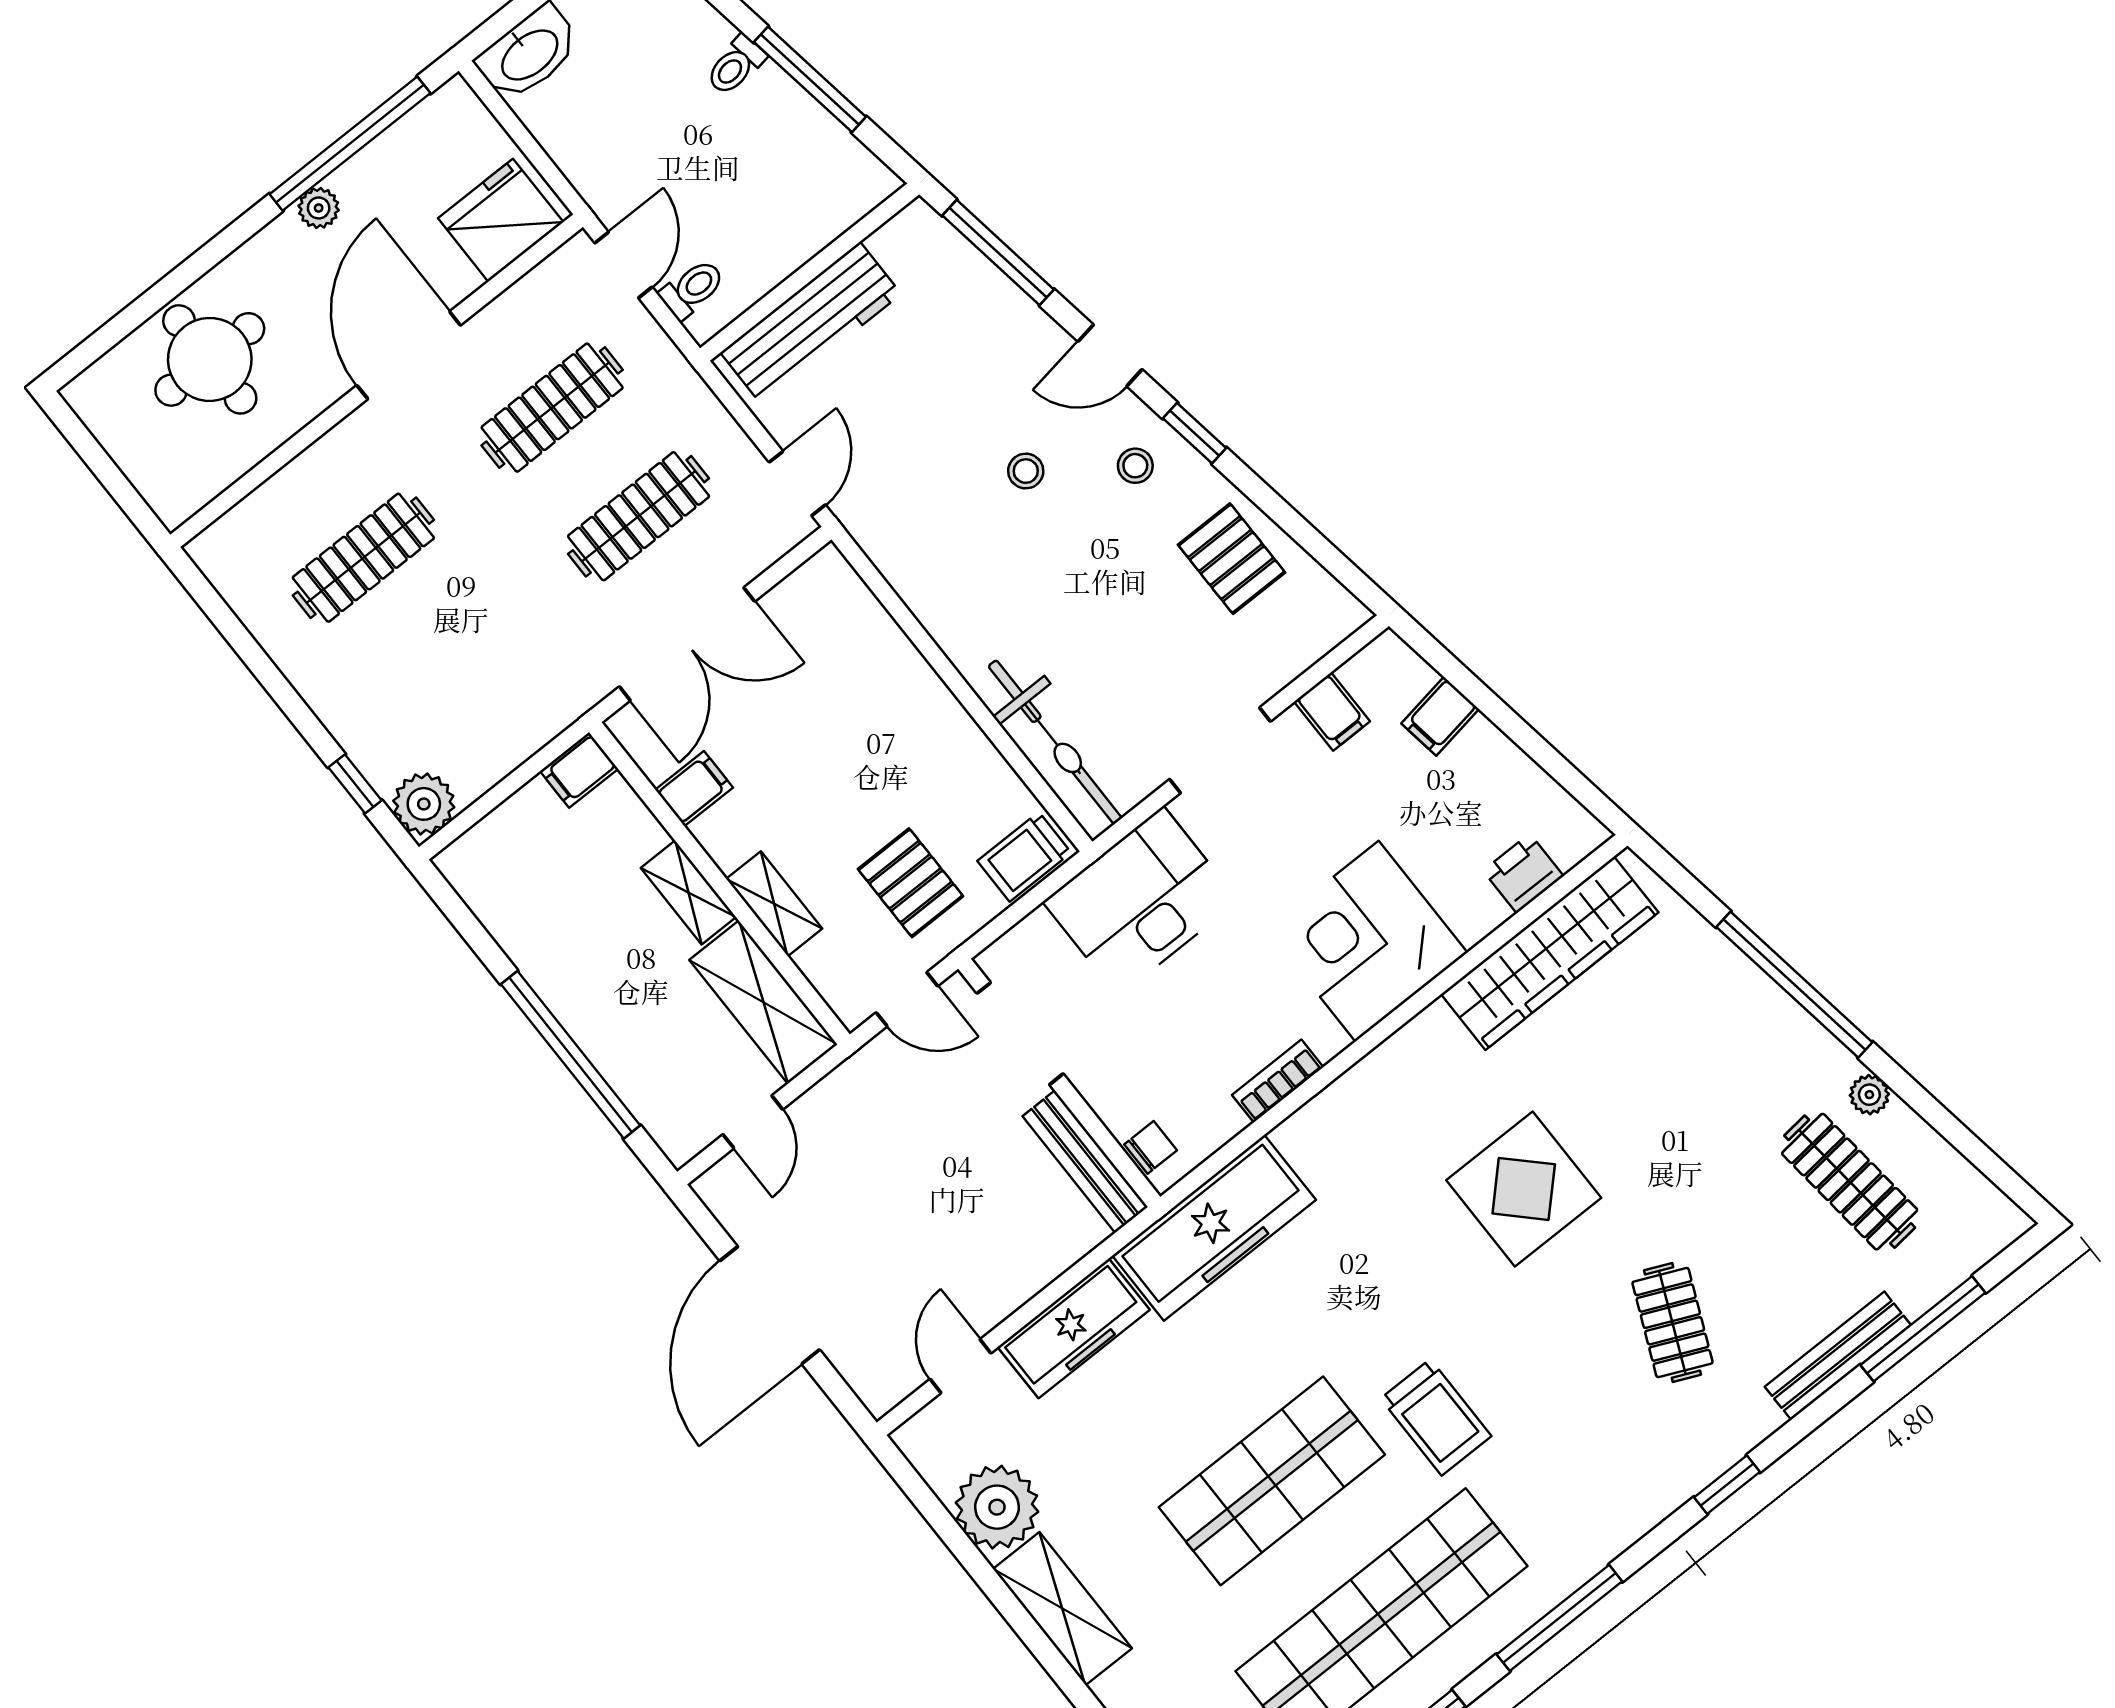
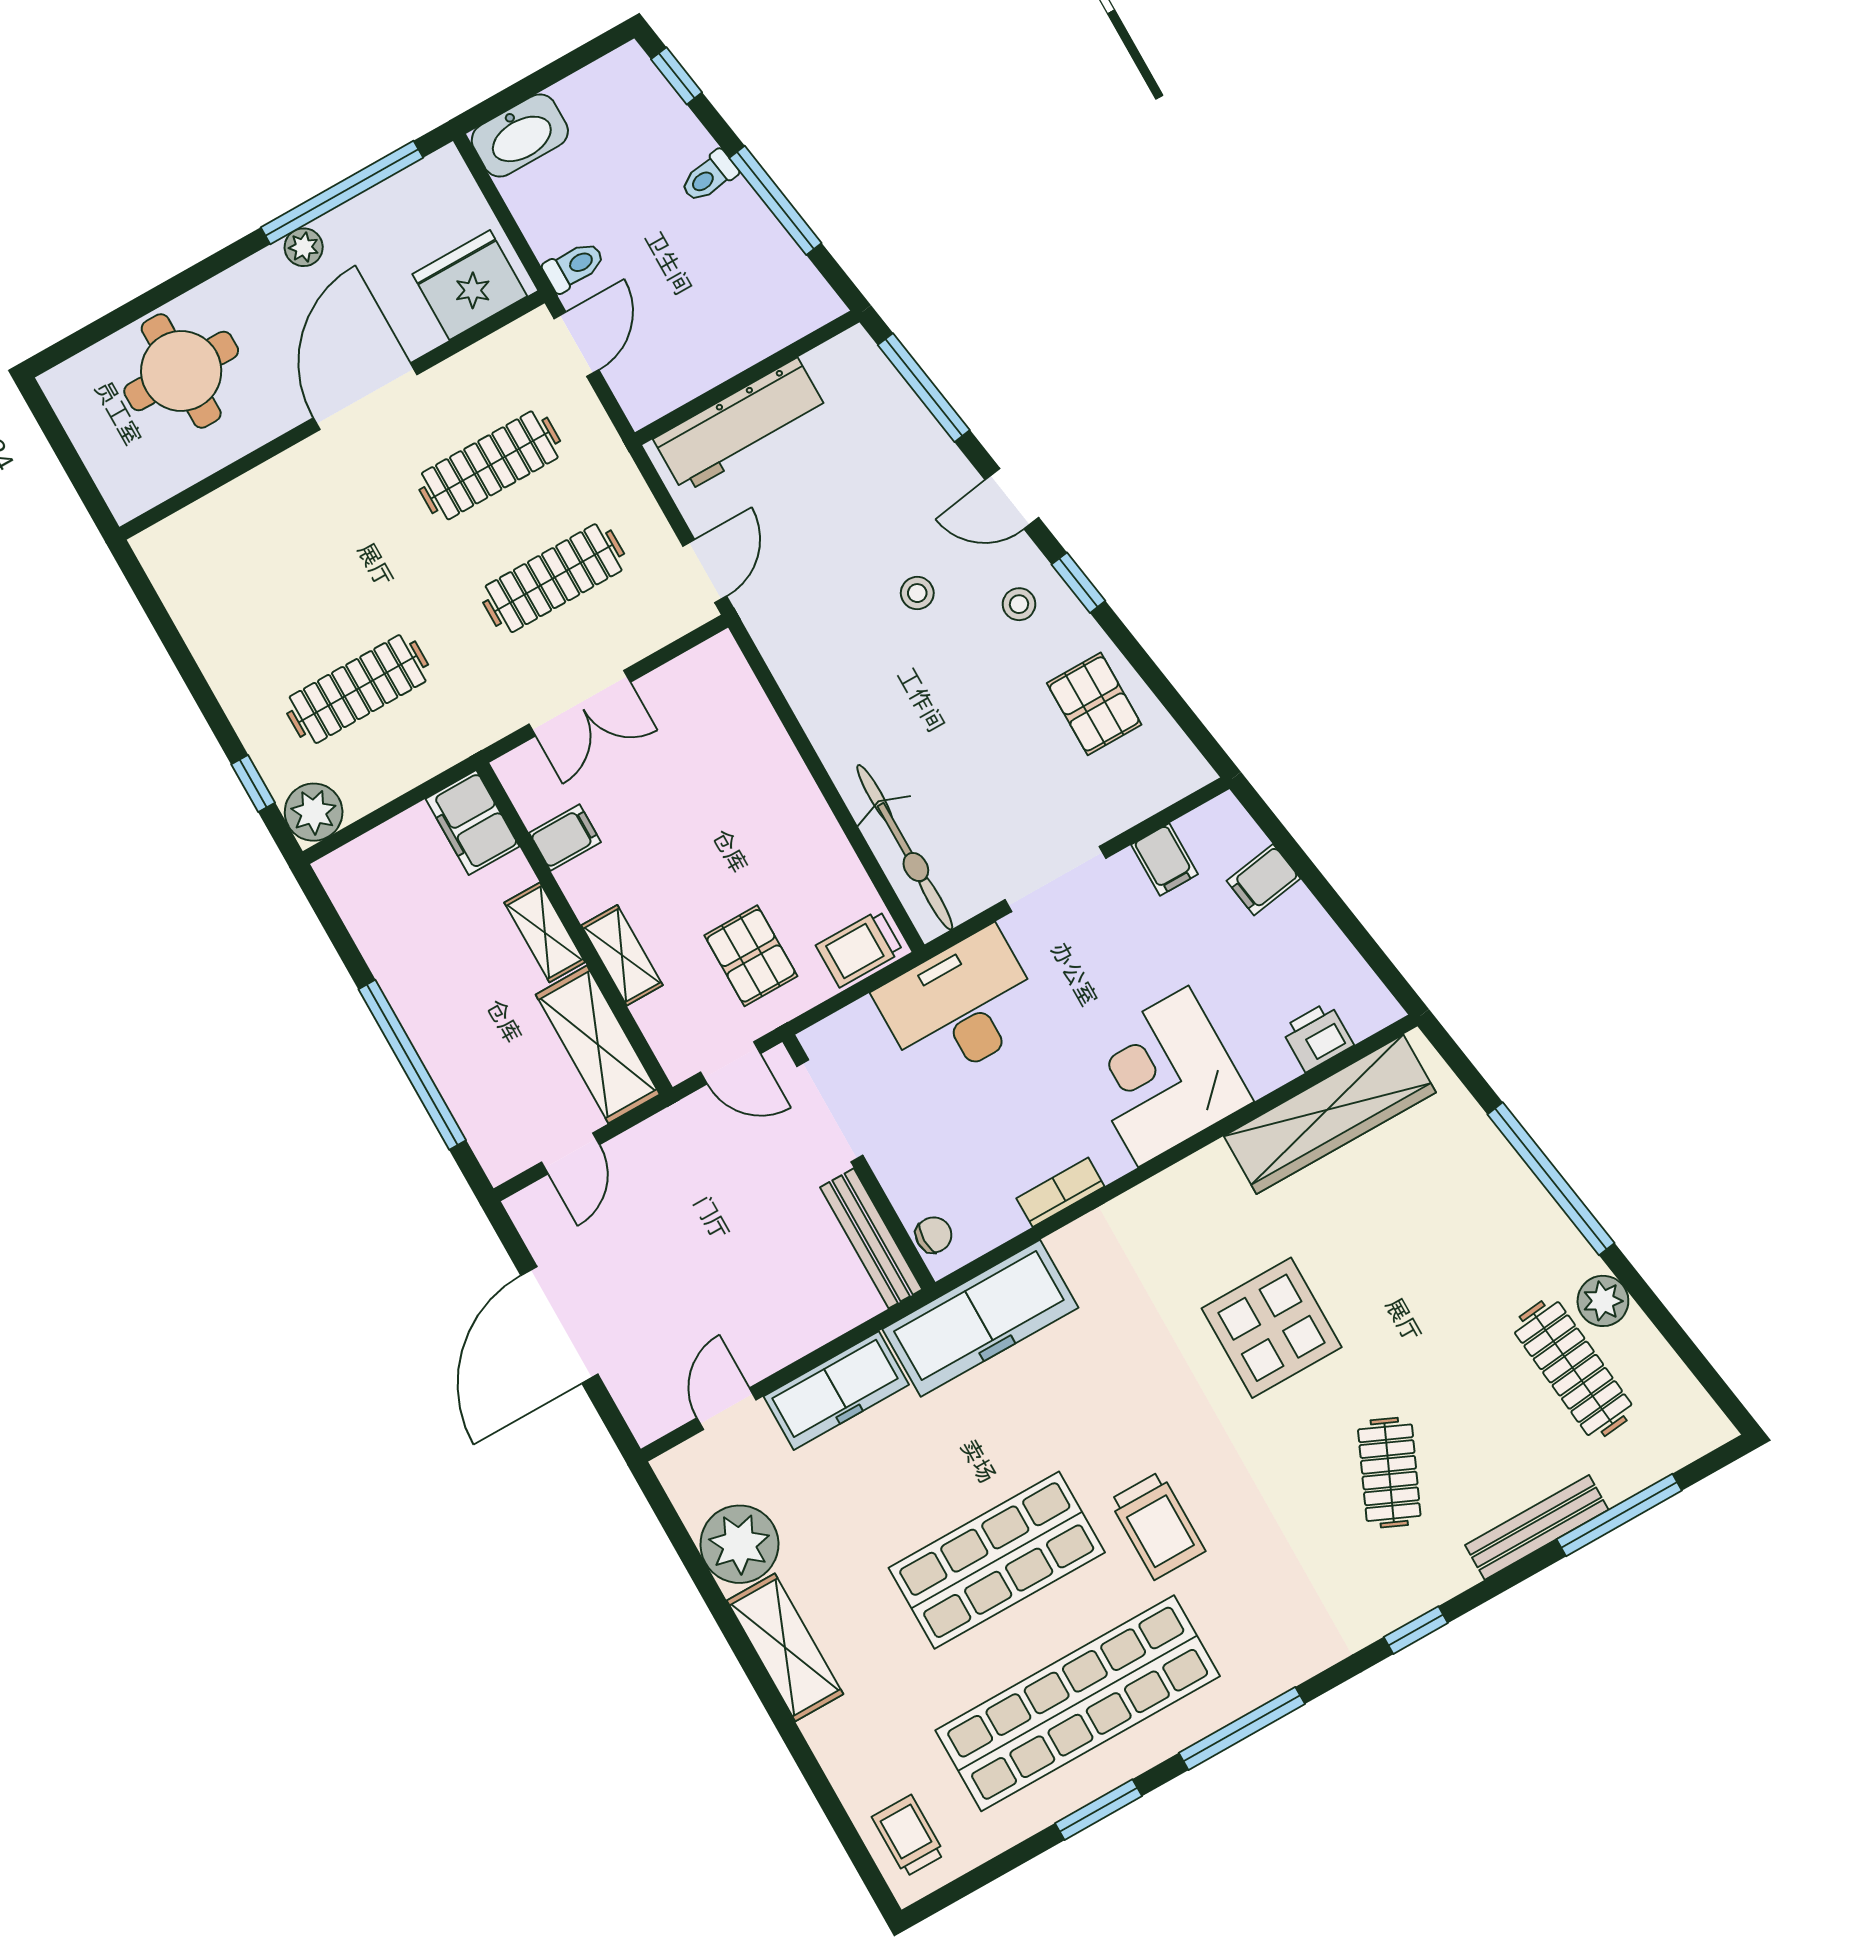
toilet: (692, 289) -> (574, 266), moved
clothes rail: (363, 558) -> (358, 689), moved
double door: (687, 644) -> (580, 703), width x0.73
filing cabinet: (579, 770) -> (473, 823), width x2.00
plant: (1869, 1095) -> (1603, 1301), width x1.38, depth x1.38

